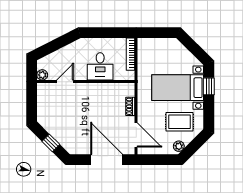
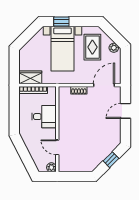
wardrobe: (145, 51) -> (30, 77), added
door: (107, 160) -> (125, 111), width x0.53

